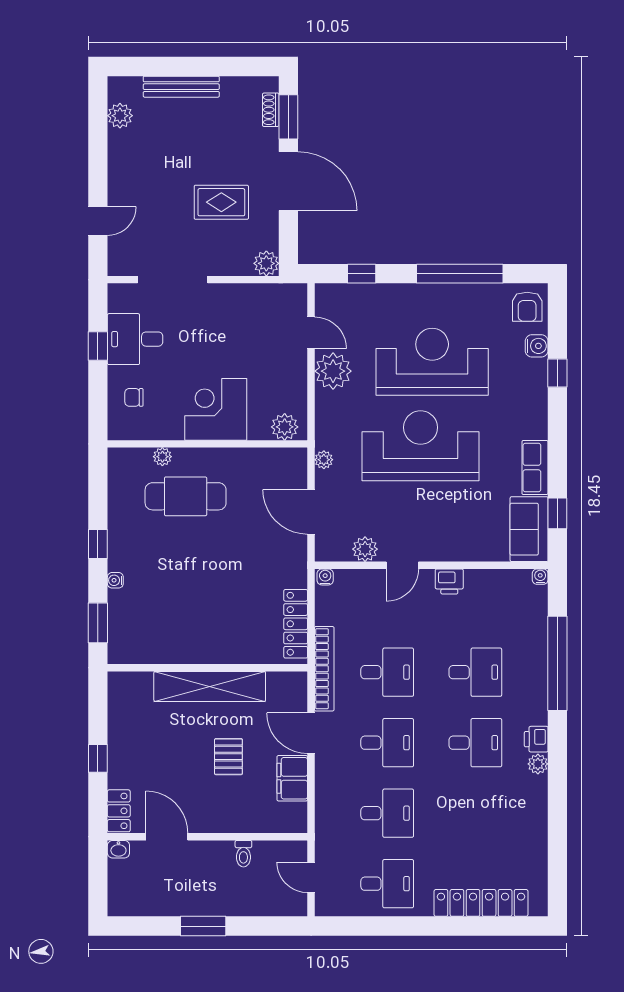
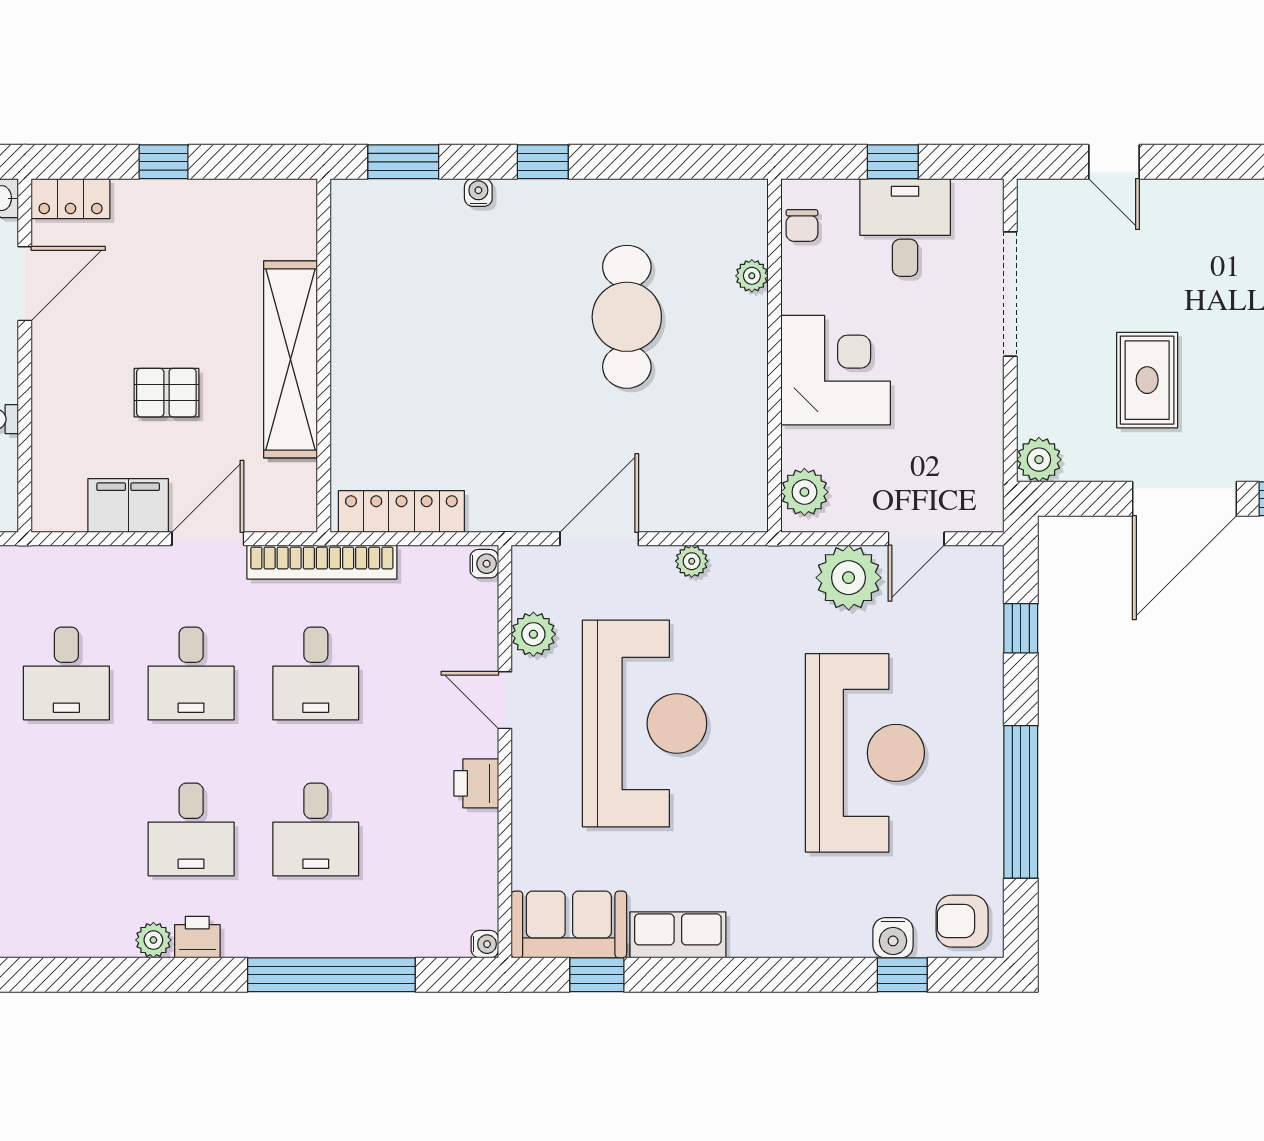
window: (557, 373) -> (902, 975), moved
chair: (134, 397) -> (802, 225), turned 180
corner desk: (216, 409) -> (836, 370), moved
plant: (285, 427) -> (804, 492), moved
wall: (207, 444) -> (774, 356), moved
reception desk: (421, 446) -> (645, 724), moved
plant: (162, 457) -> (752, 276), moved

